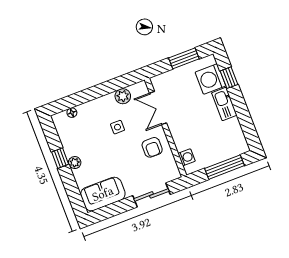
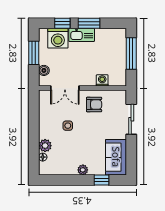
boiler: (169, 77) -> (44, 70), added
plant: (123, 96) -> (45, 146), moved
window: (240, 107) -> (89, 23), added
washing machine: (187, 157) -> (102, 80), moved
window: (60, 158) -> (102, 180), moved

